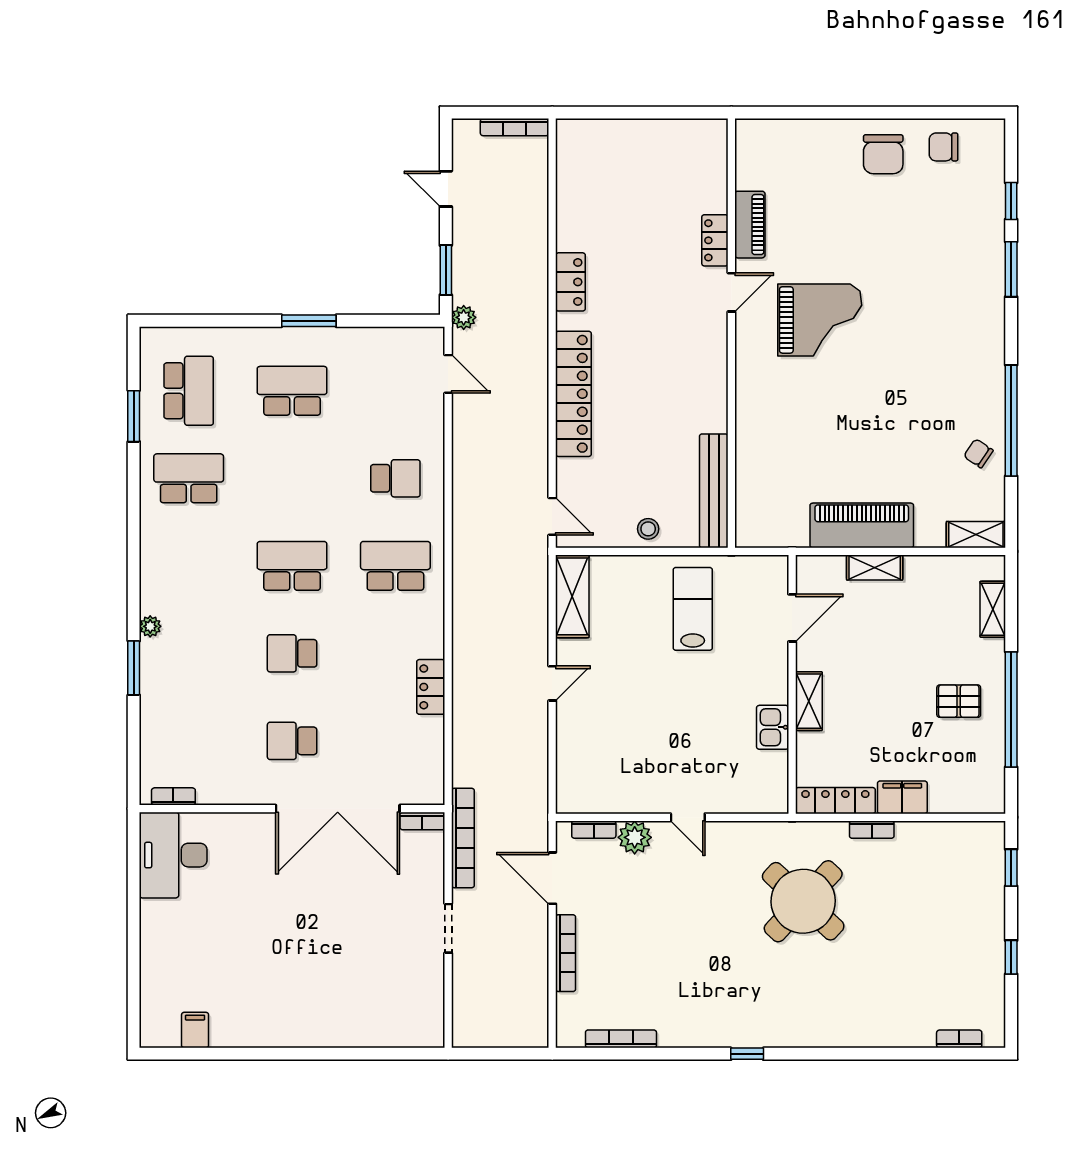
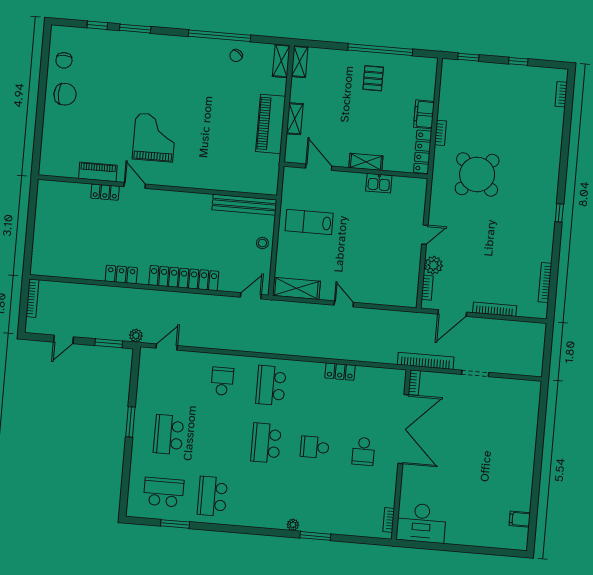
shelving: (993, 609) -> (300, 62), moved, turned 90
school desk: (292, 653) -> (315, 447), turned 90

